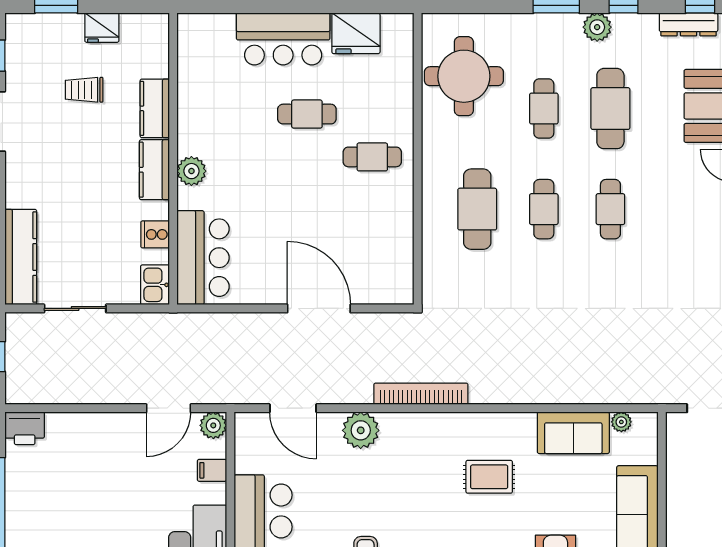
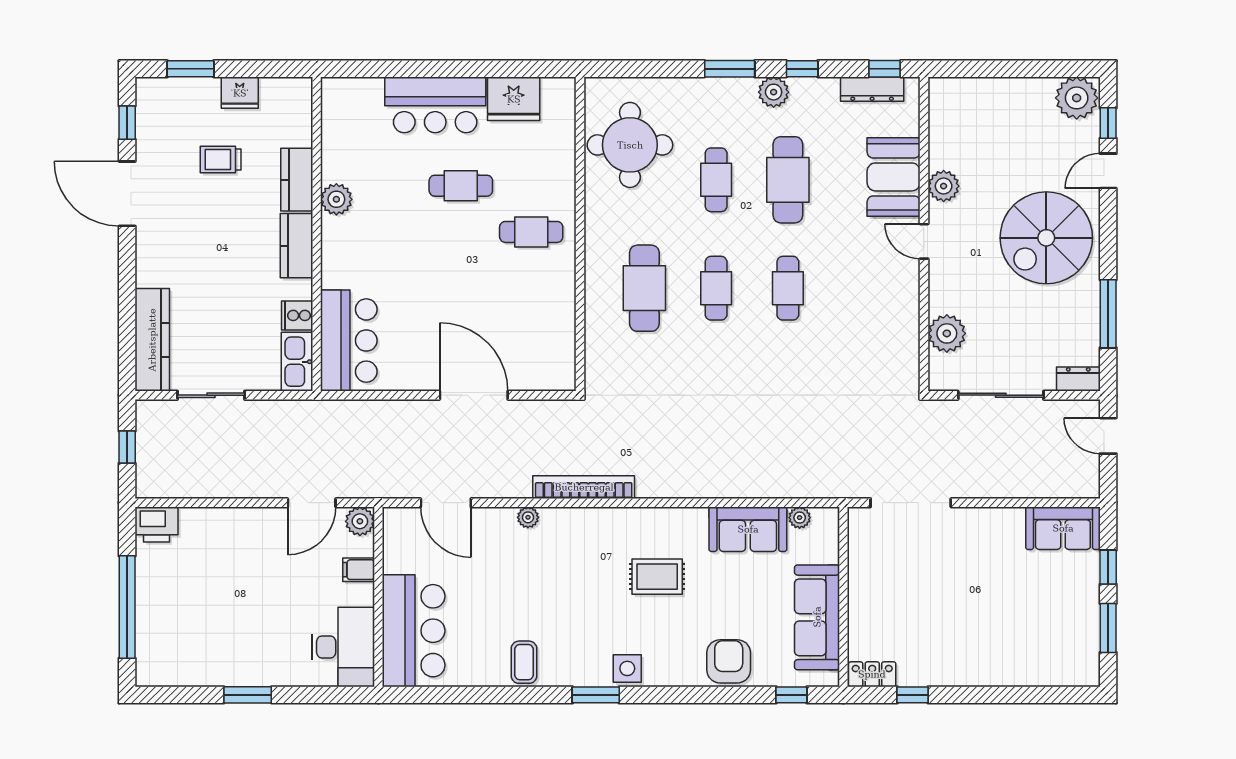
plant: (191, 171) -> (336, 199), moved
kitchen sink: (155, 285) -> (297, 362), width x1.38
plant: (361, 430) -> (528, 517), width x0.53, depth x0.53

